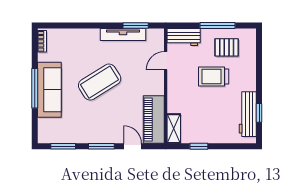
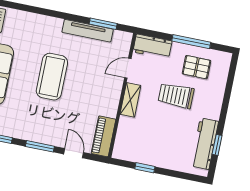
coffee table: (100, 82) -> (52, 77), turned -58
piano: (154, 119) -> (104, 136), width x0.73, depth x0.75
shelving: (174, 129) -> (130, 100), moved

